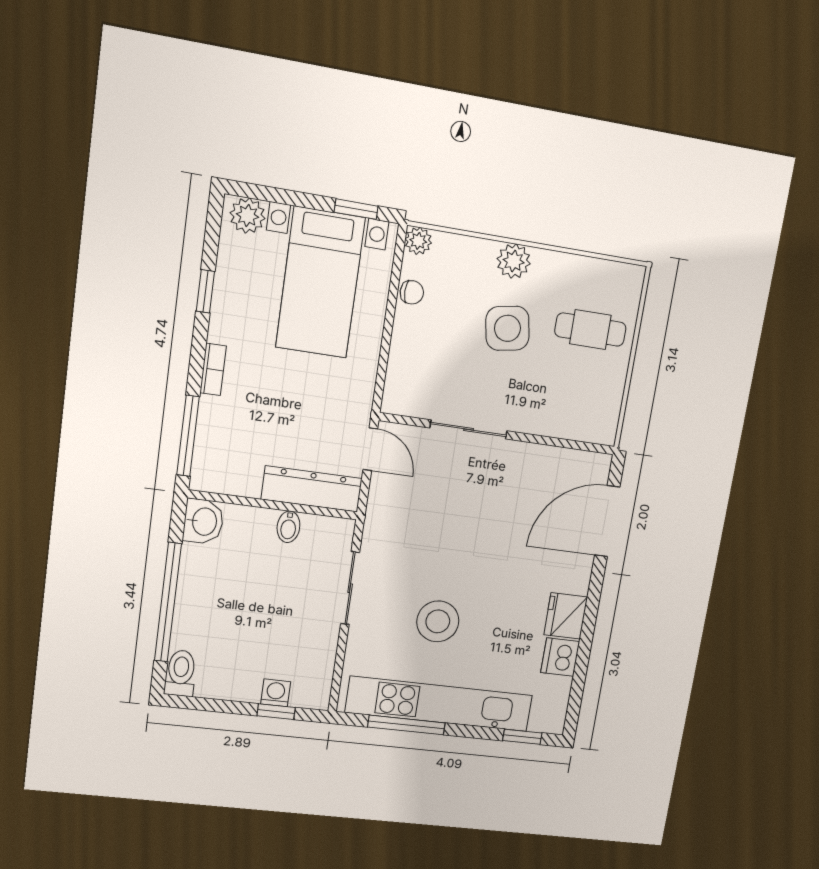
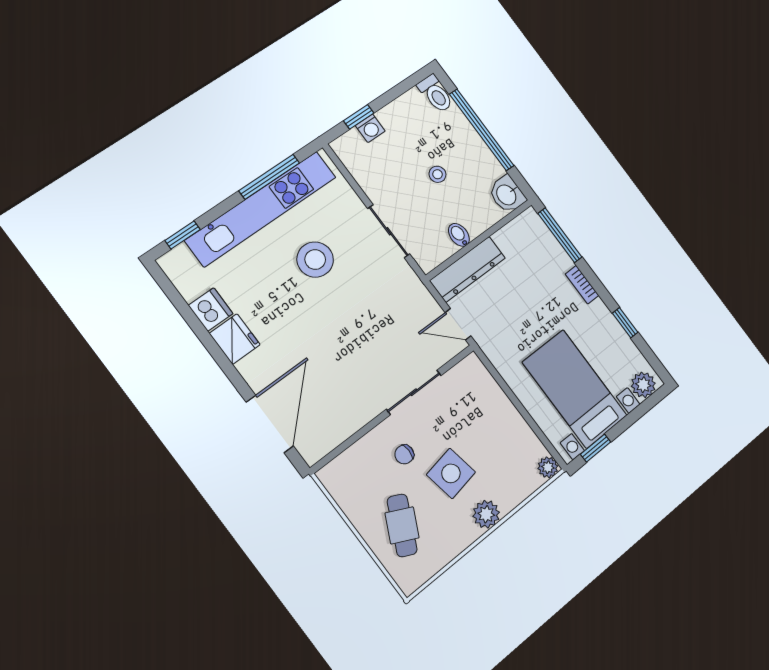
chair: (412, 292) -> (404, 454), moved
cafe table: (590, 330) -> (402, 525), turned -64
stool: (253, 599) -> (437, 174), added

